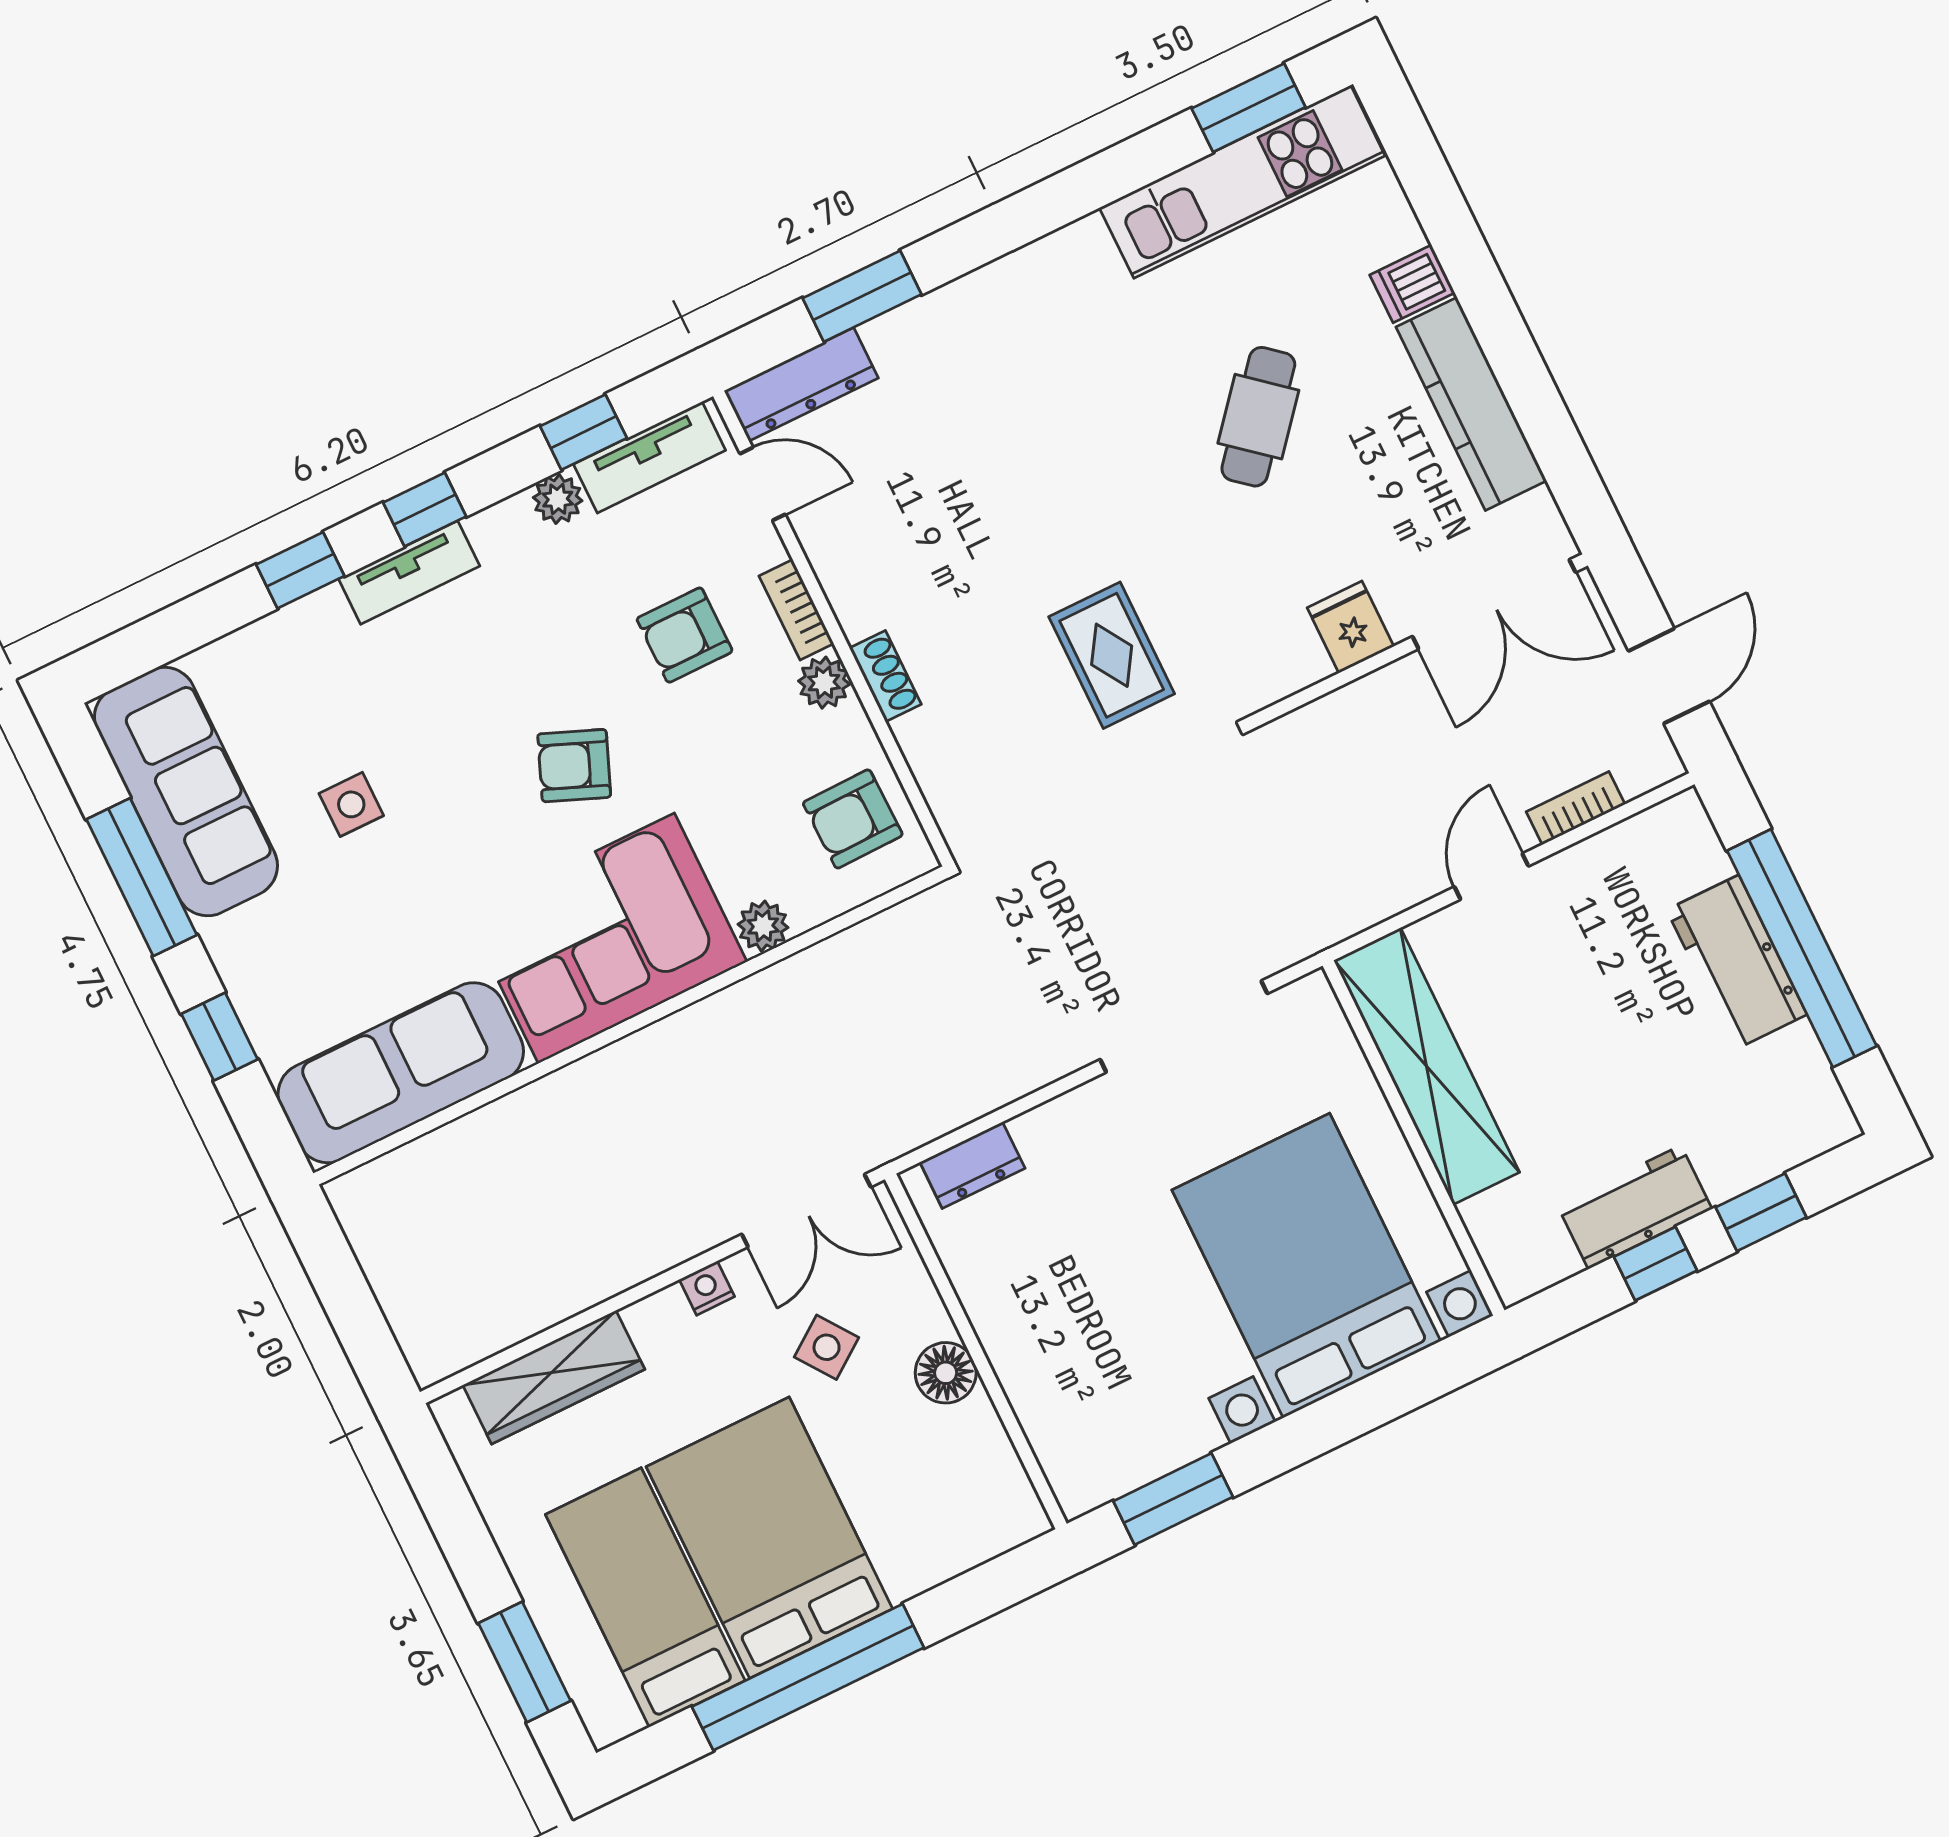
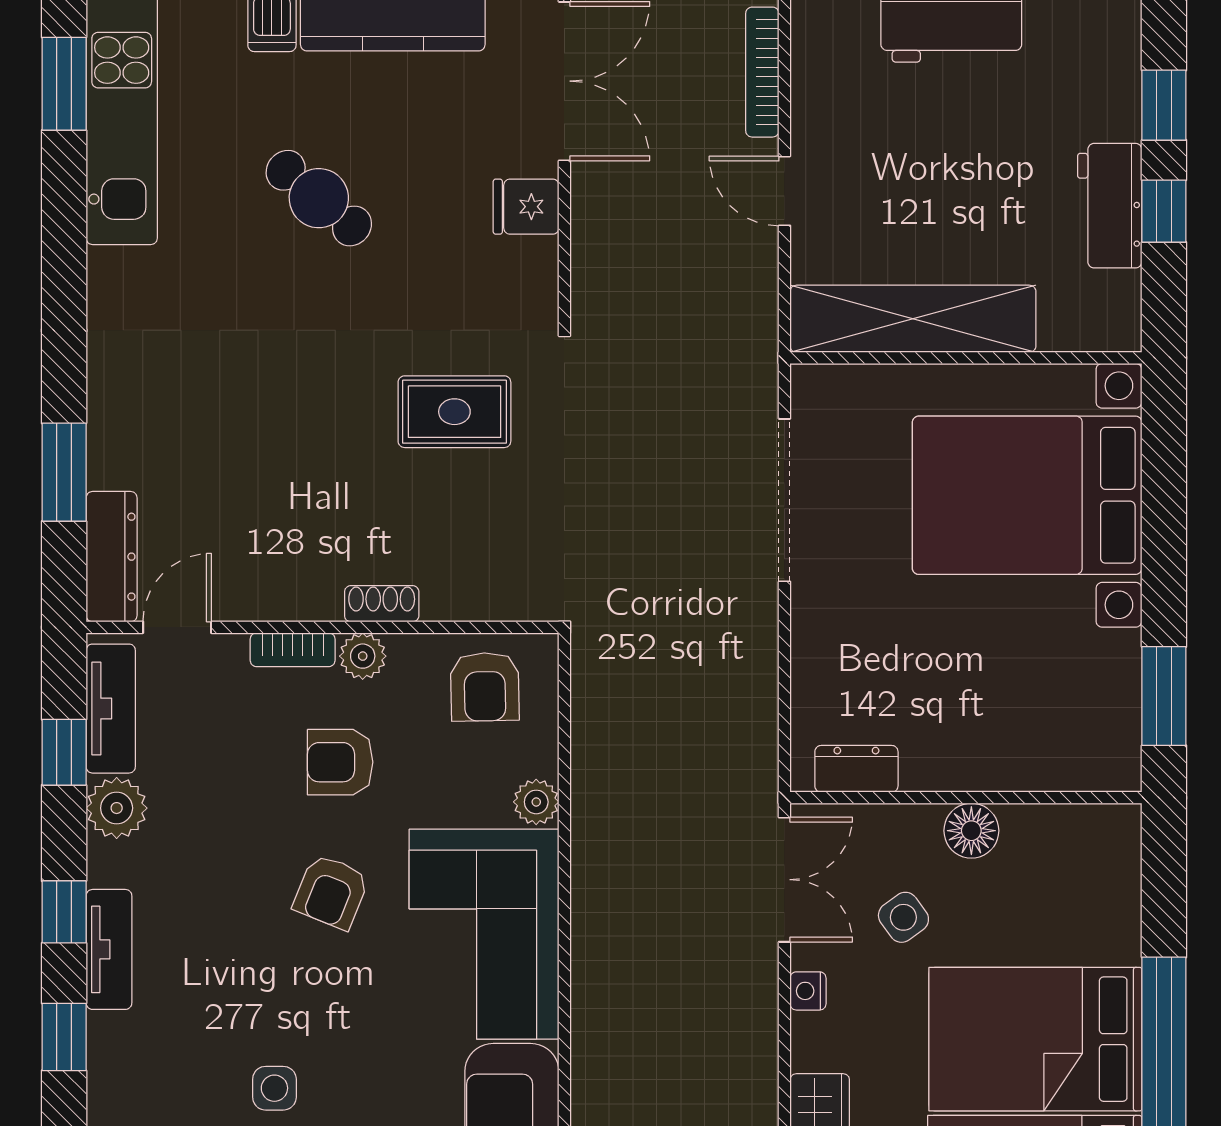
plant: (558, 499) -> (117, 808), width x1.38, depth x1.38
armchair: (685, 635) -> (340, 762), moved, turned 90
bookcase: (1576, 808) -> (762, 72), width x1.56
dresser: (972, 1165) -> (856, 769), moved, turned -90

